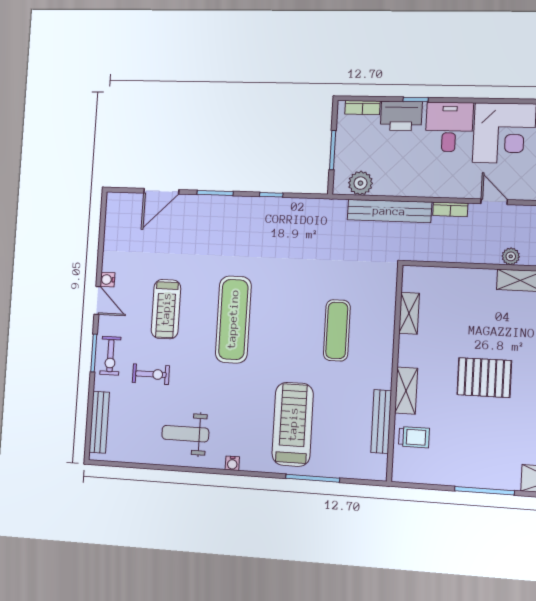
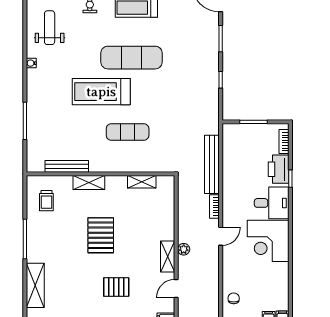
plant: (360, 183) -> (231, 143), removed
treadmill: (293, 424) -> (101, 92), moved, turned 180
trolley: (414, 437) -> (46, 201), moved

